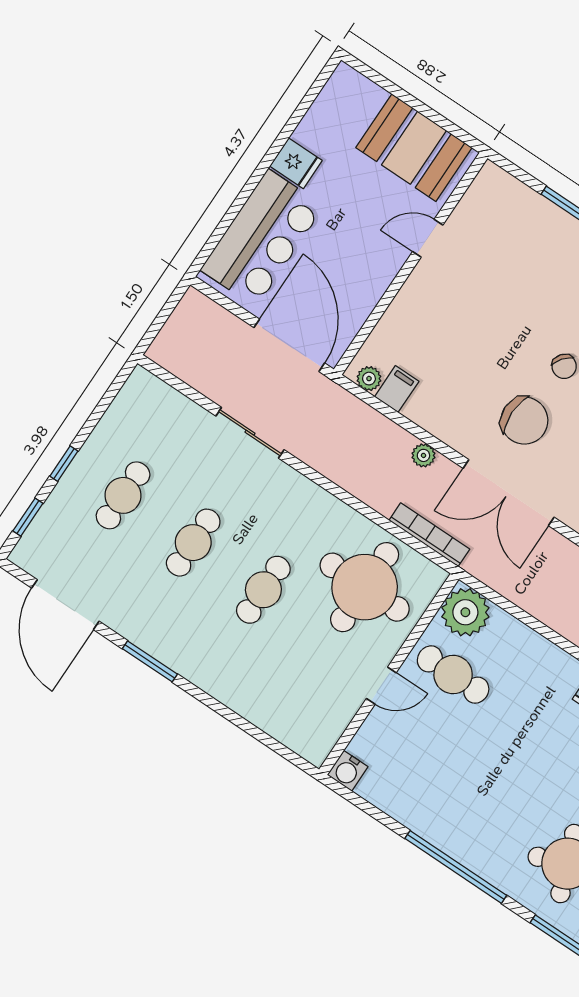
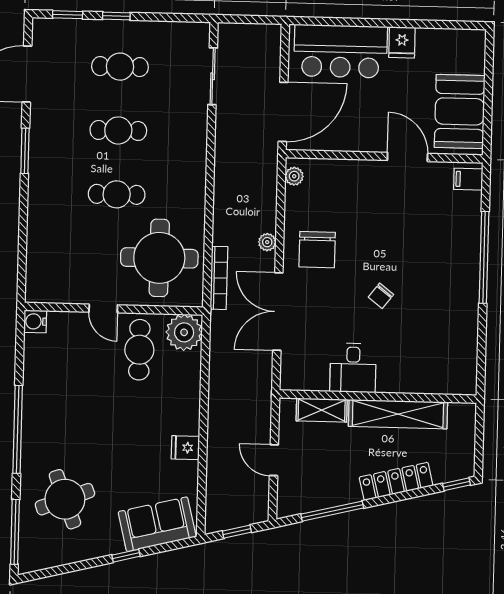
door: (428, 238) -> (407, 157), width x1.38
filing cabinet: (397, 389) -> (468, 179), moved, turned 180
chair: (524, 421) -> (317, 250), moved
sliding door: (250, 433) -> (213, 76), moved

